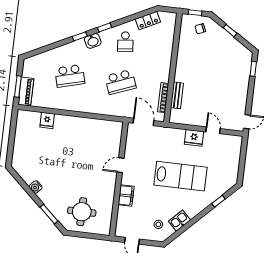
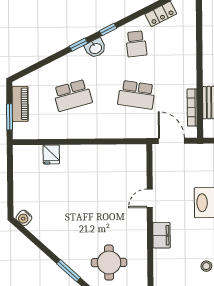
school desk: (121, 82) -> (137, 95), turned 30
piano: (26, 91) -> (20, 104), moved
water cooler: (36, 187) -> (24, 218), moved

